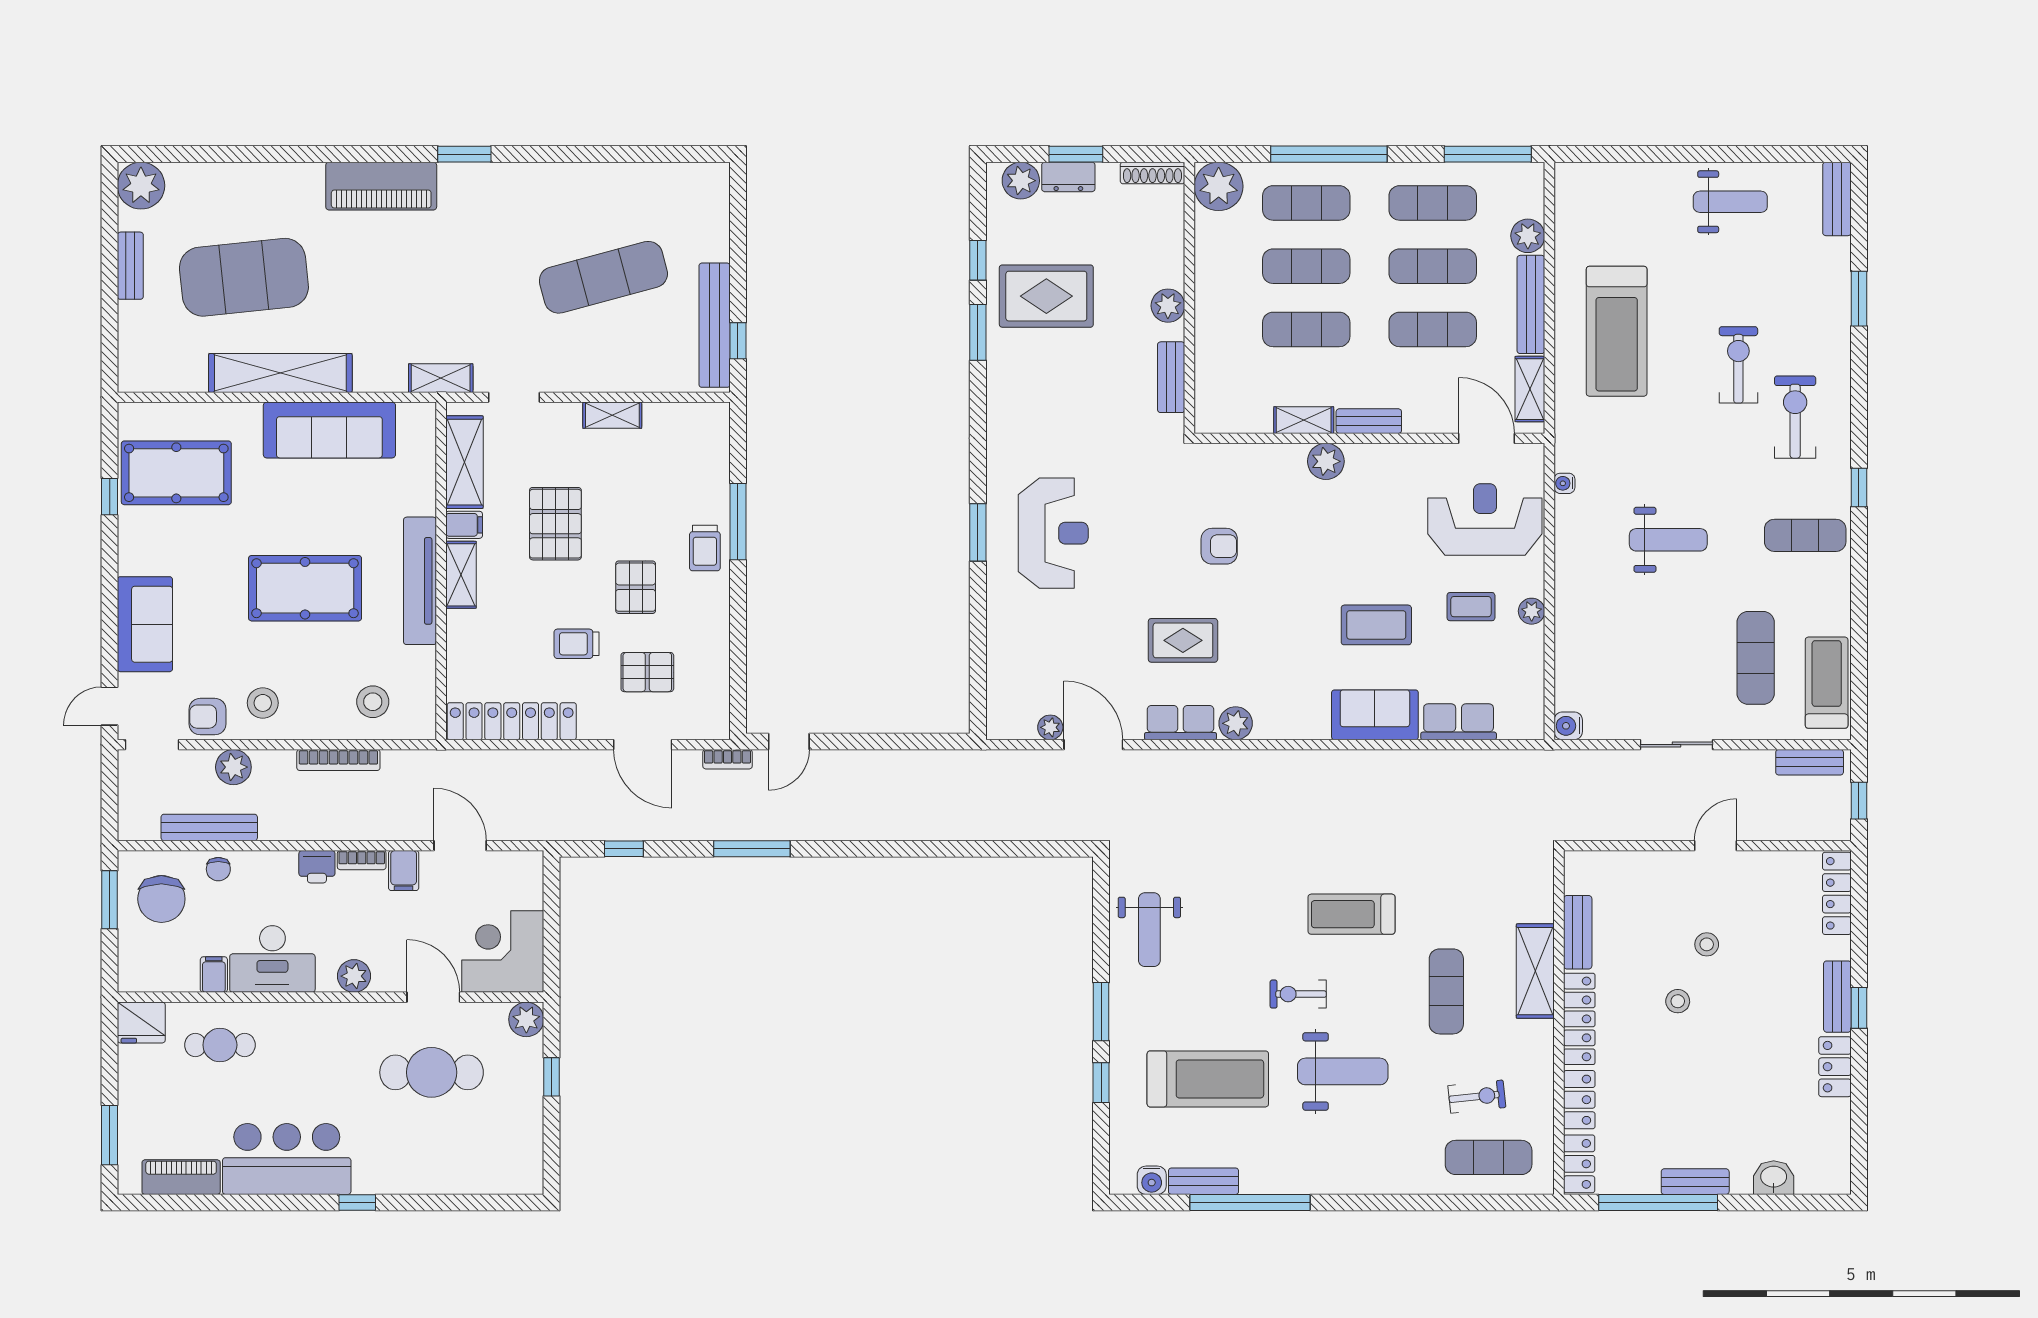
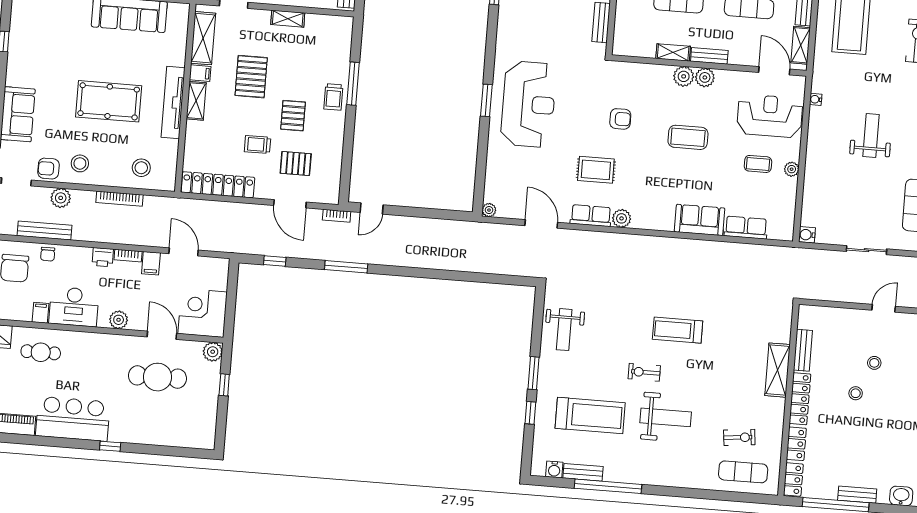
plant: (1364, 460) -> (705, 77), added
pool table: (176, 473) -> (42, 31), removed
reception desk: (1053, 533) -> (528, 104), width x1.36, depth x1.30
weight bench: (1668, 540) -> (871, 136), turned -90
coffee table: (1376, 625) -> (688, 137), moved
plant: (1050, 727) -> (489, 210), moved
exercise mat: (1446, 991) -> (727, 377), removed

